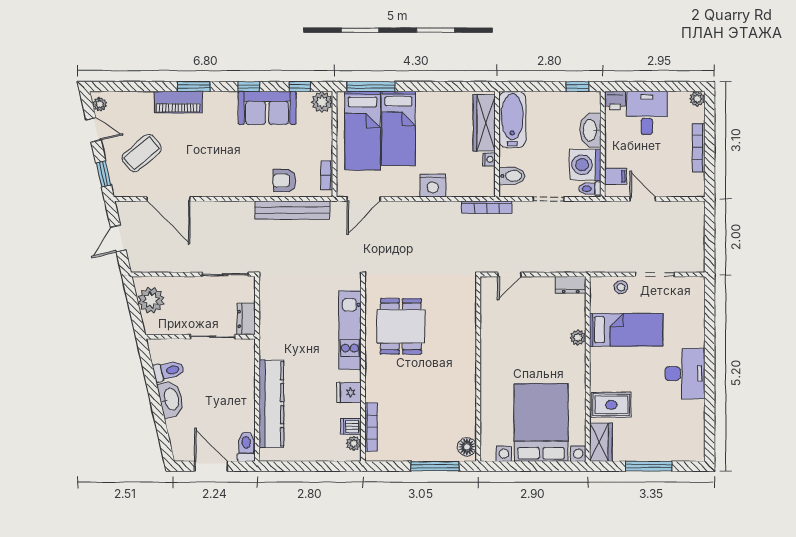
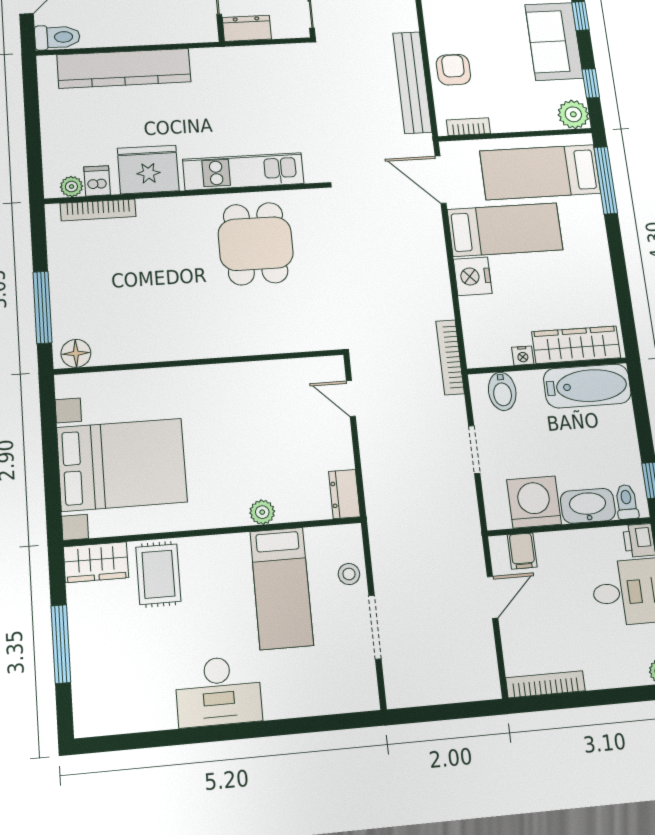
bed: (398, 128) -> (505, 230), moved, turned 180
bookcase: (699, 148) -> (545, 684), moved
toilet: (590, 189) -> (627, 502), moved
dining table: (401, 326) -> (256, 244), turned 90
fridge: (349, 393) -> (148, 169), width x1.88, depth x1.34

